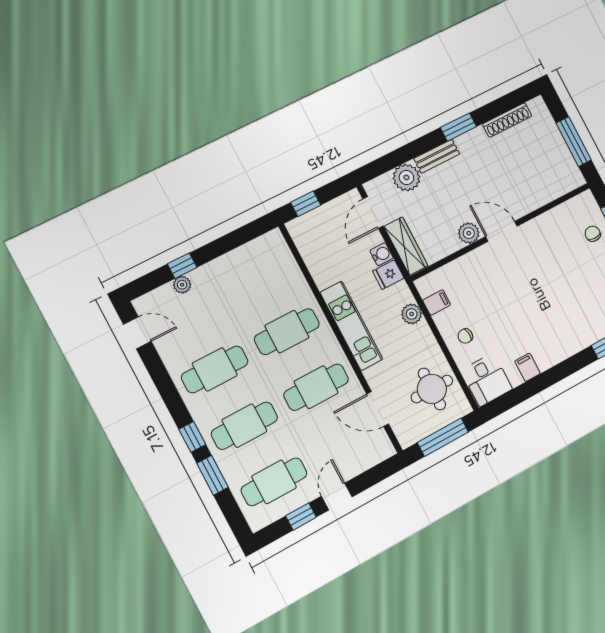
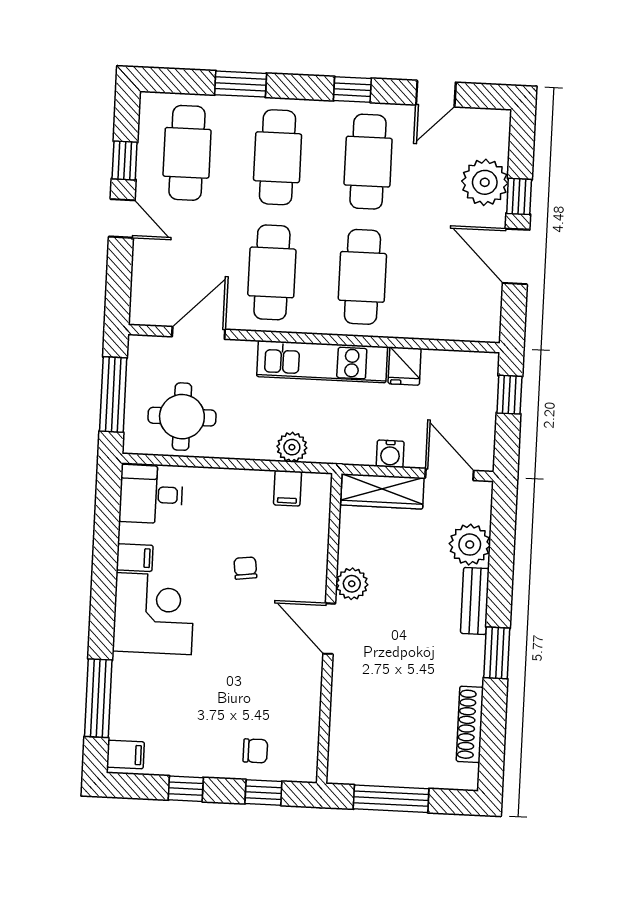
door: (501, 231) -> (329, 629), swing flipped
door: (220, 247) -> (516, 256), added
fridge: (388, 275) -> (405, 366), moved, turned 180
plant: (182, 285) -> (485, 182), width x1.88, depth x1.88
door: (137, 333) -> (436, 94), moved
chair: (465, 336) -> (245, 568), moved
corner desk: (552, 337) -> (154, 614), added
window: (192, 437) -> (352, 90), moved

